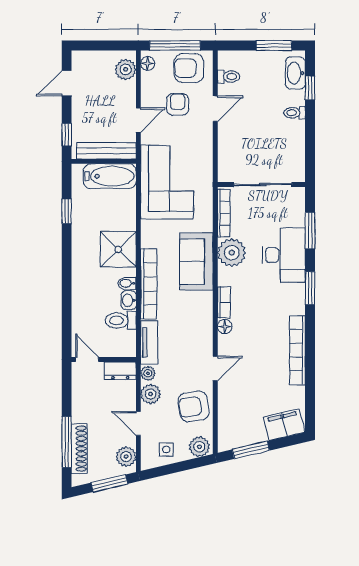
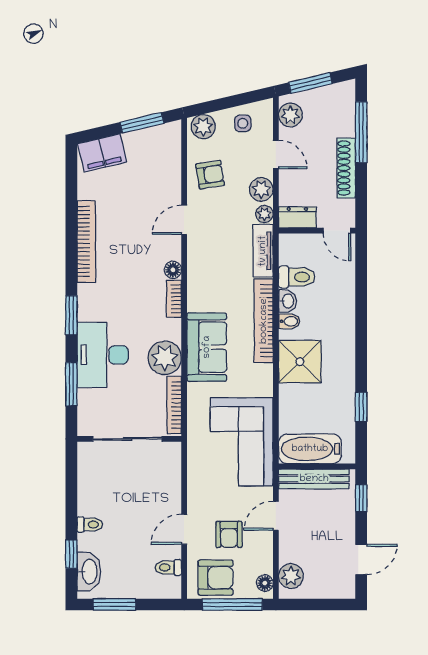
armchair: (194, 406) -> (210, 175), width x0.72, depth x0.72
shoe rack: (79, 449) -> (346, 168), moved

